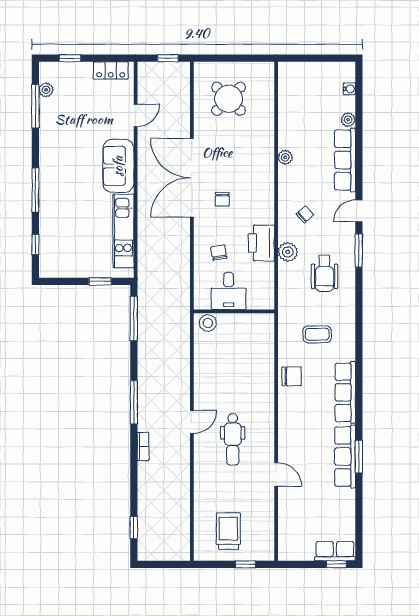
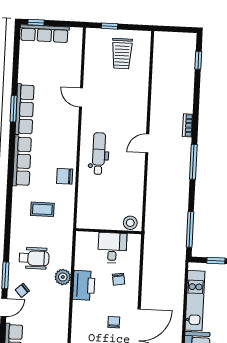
chair: (305, 214) -> (22, 290), moved
wheelchair: (325, 273) -> (34, 258), turned 90
dental chair: (233, 439) -> (99, 153), moved
row of seats: (335, 551) -> (44, 34), width x1.48

